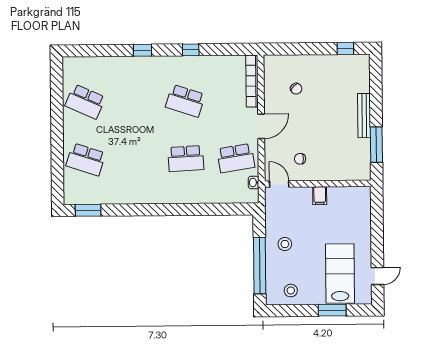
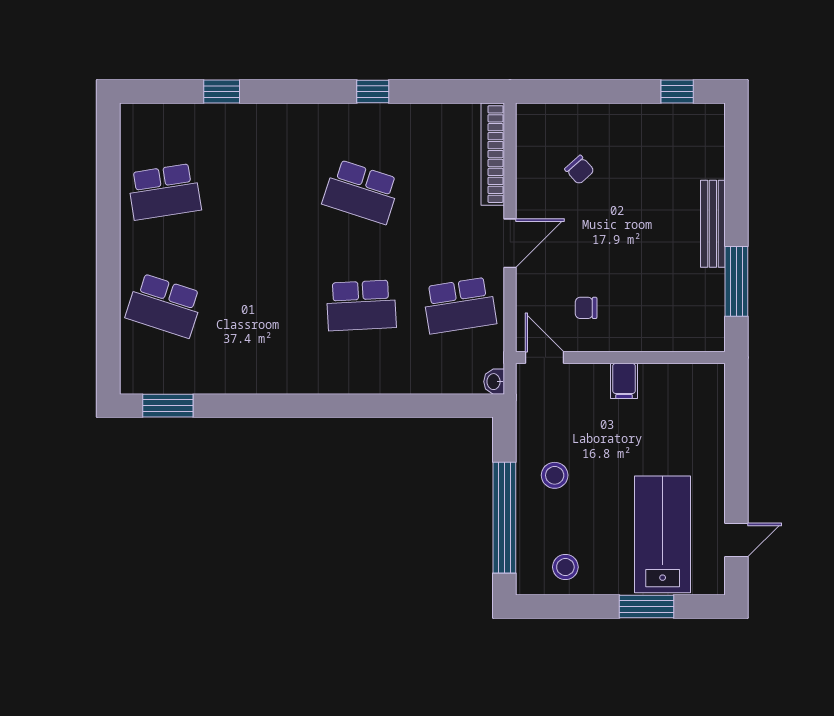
window: (142, 50) -> (222, 91), moved
school desk: (85, 102) -> (164, 192), turned -33
washbasin: (254, 183) -> (494, 382), moved

